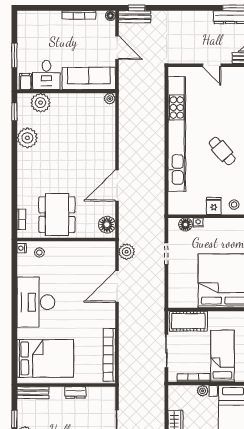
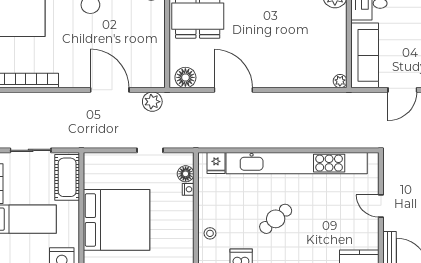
door: (212, 65) -> (381, 206), hinge flipped
fridge: (214, 206) -> (216, 163), moved, turned 90

